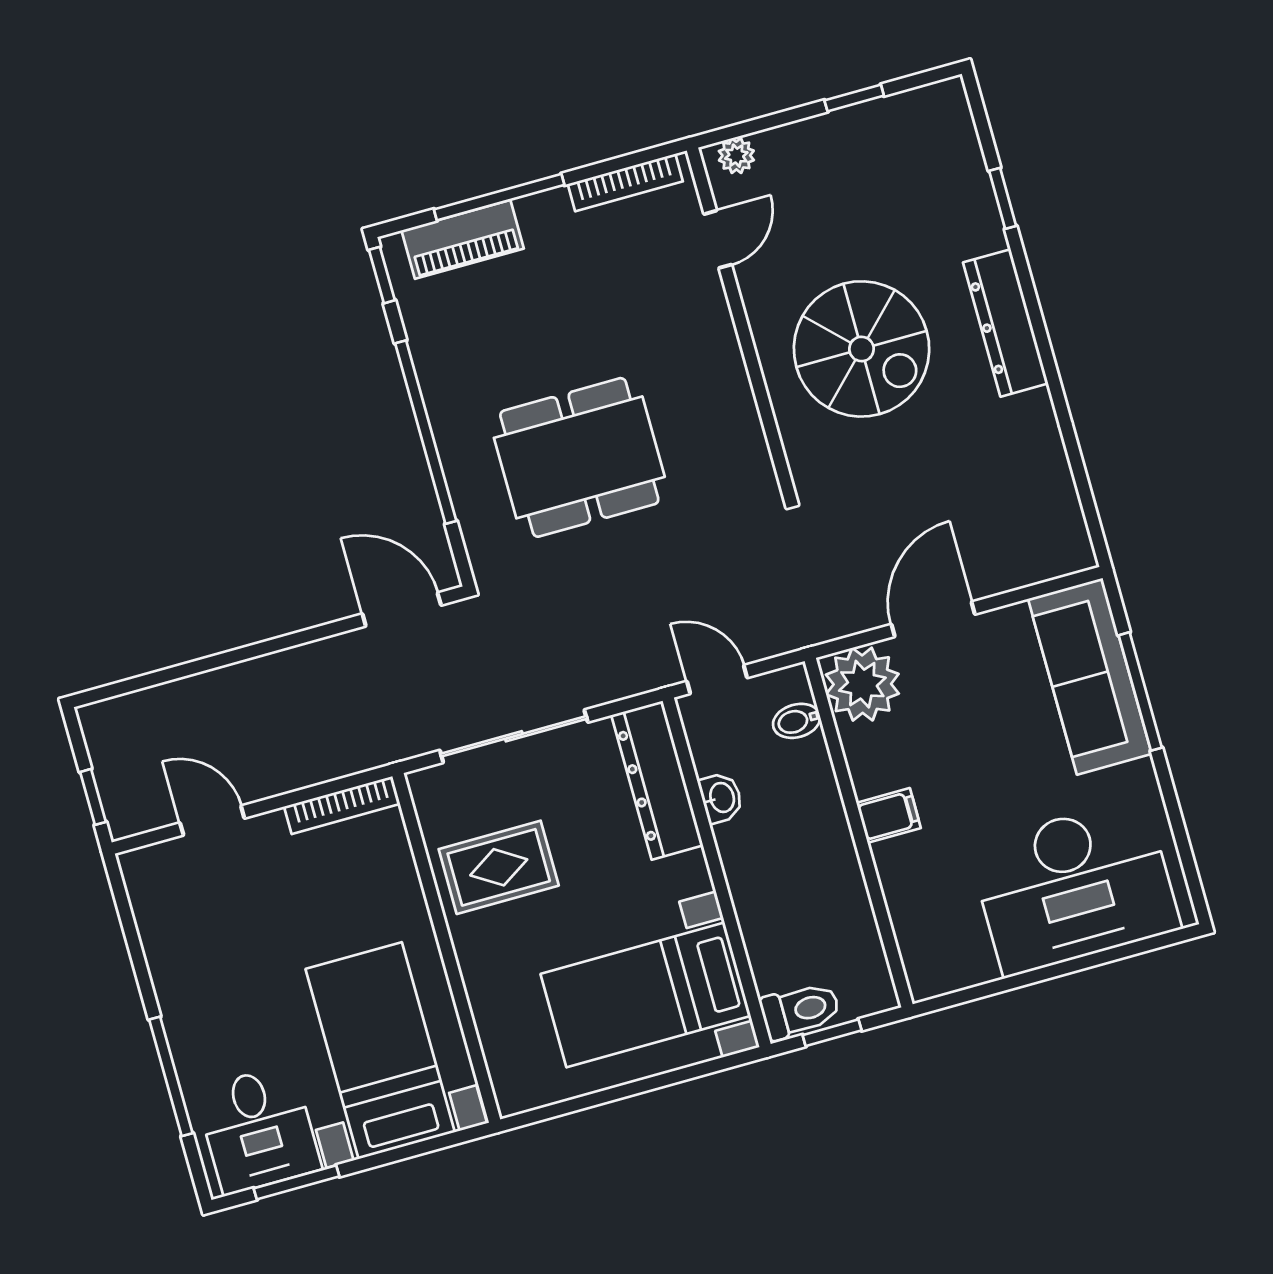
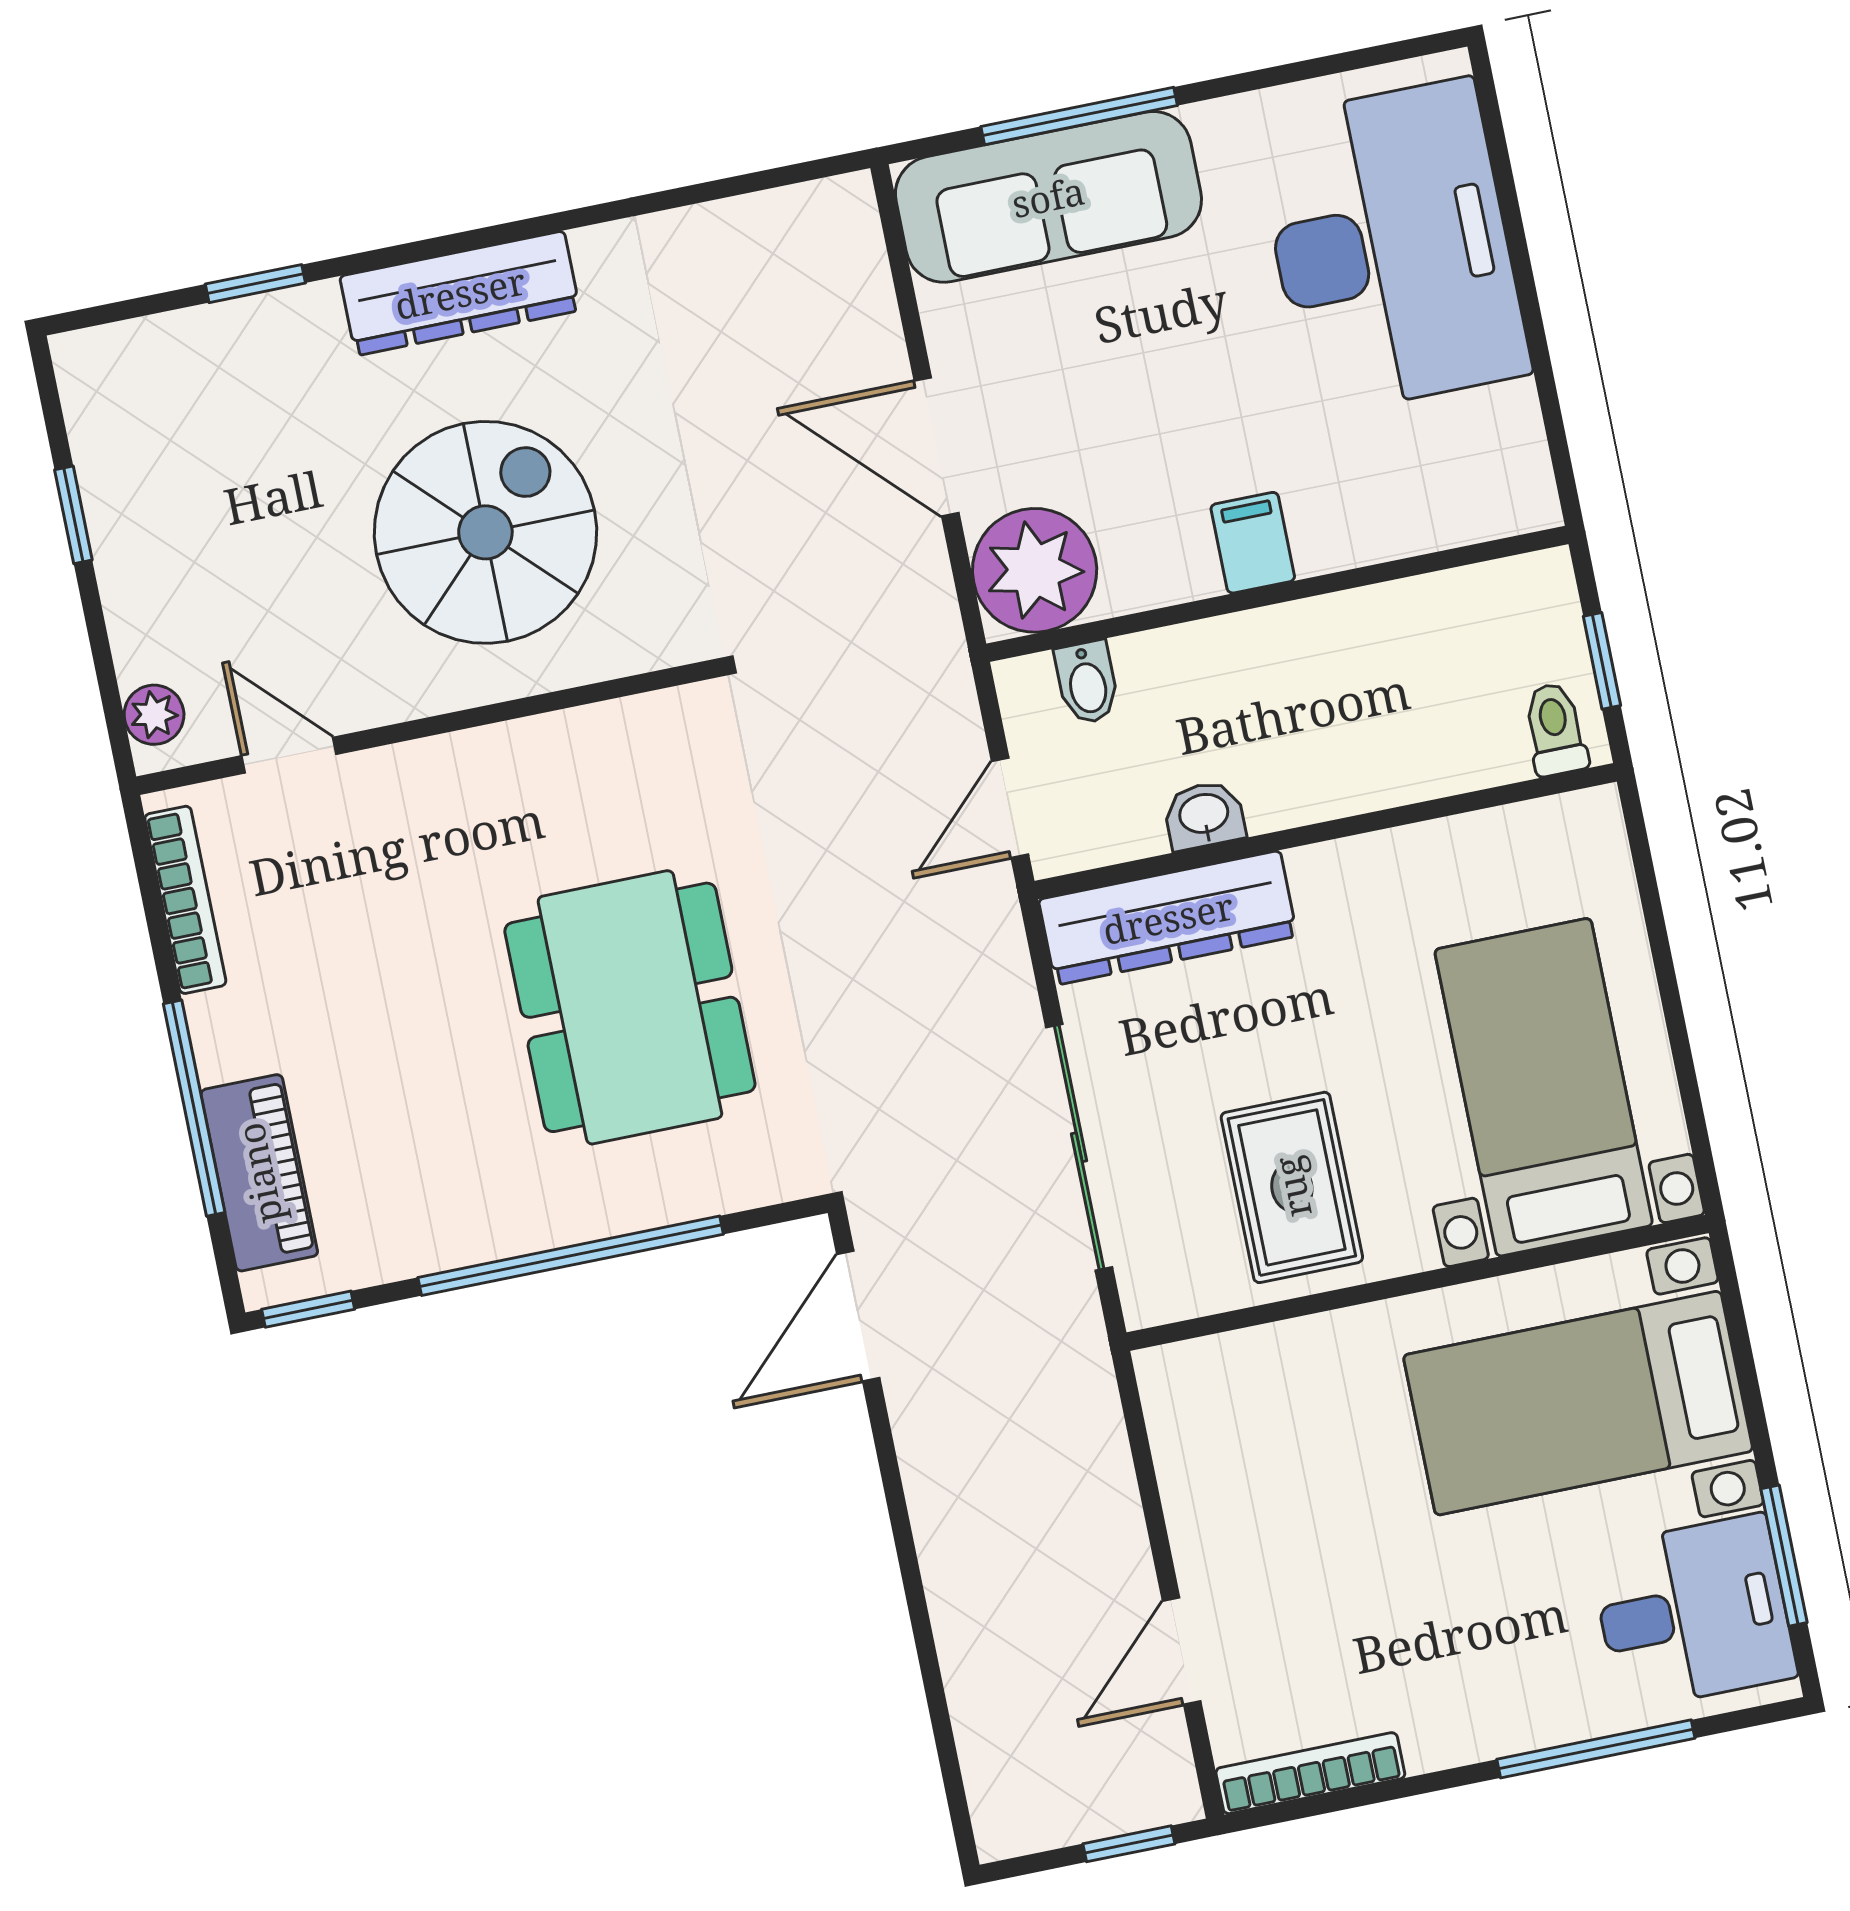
bookcase: (342, 805) -> (1310, 1773), moved, turned -90
bed with nightstands: (646, 995) -> (1544, 1087), moved, turned 180
toilet: (800, 1010) -> (1555, 729), width x0.73, depth x0.72

